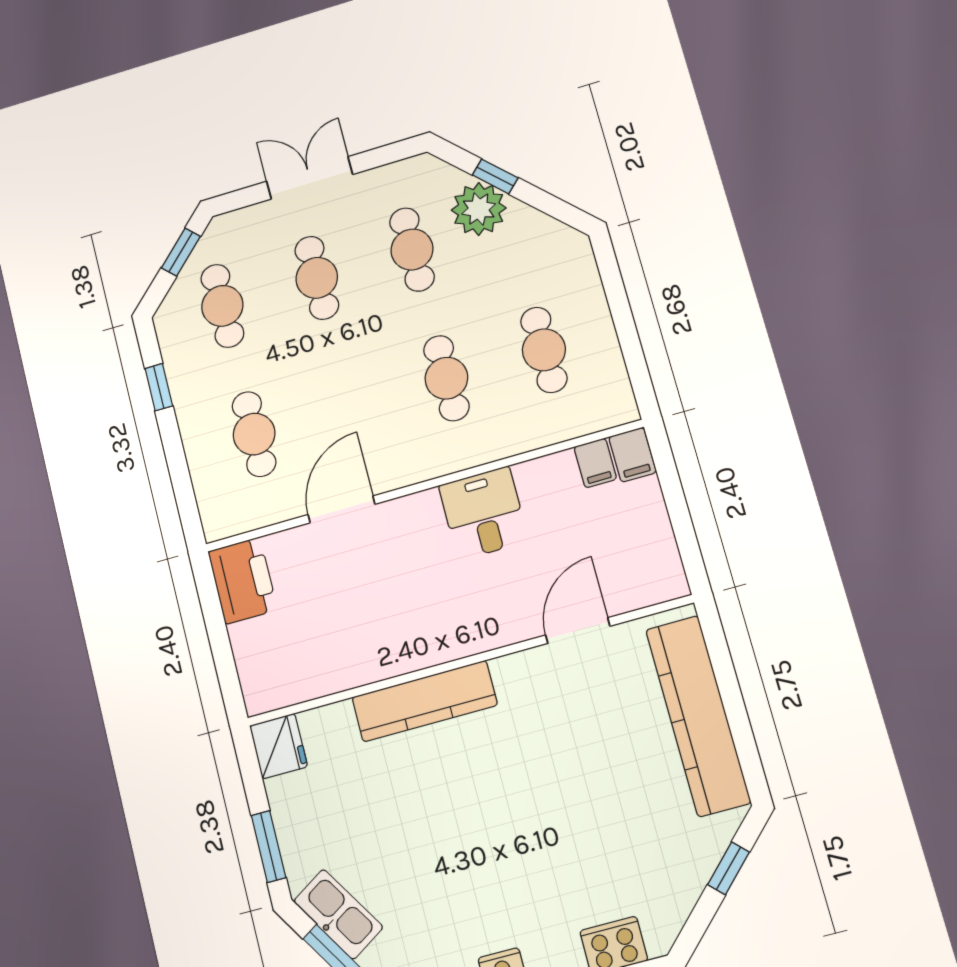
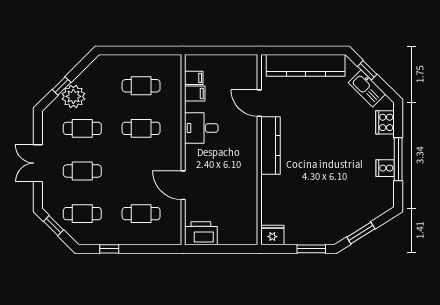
filing cabinet: (632, 455) -> (195, 94), moved
kitchen counter: (425, 701) -> (270, 146), moved
kitchen sink: (338, 914) -> (367, 88), moved, turned -103

